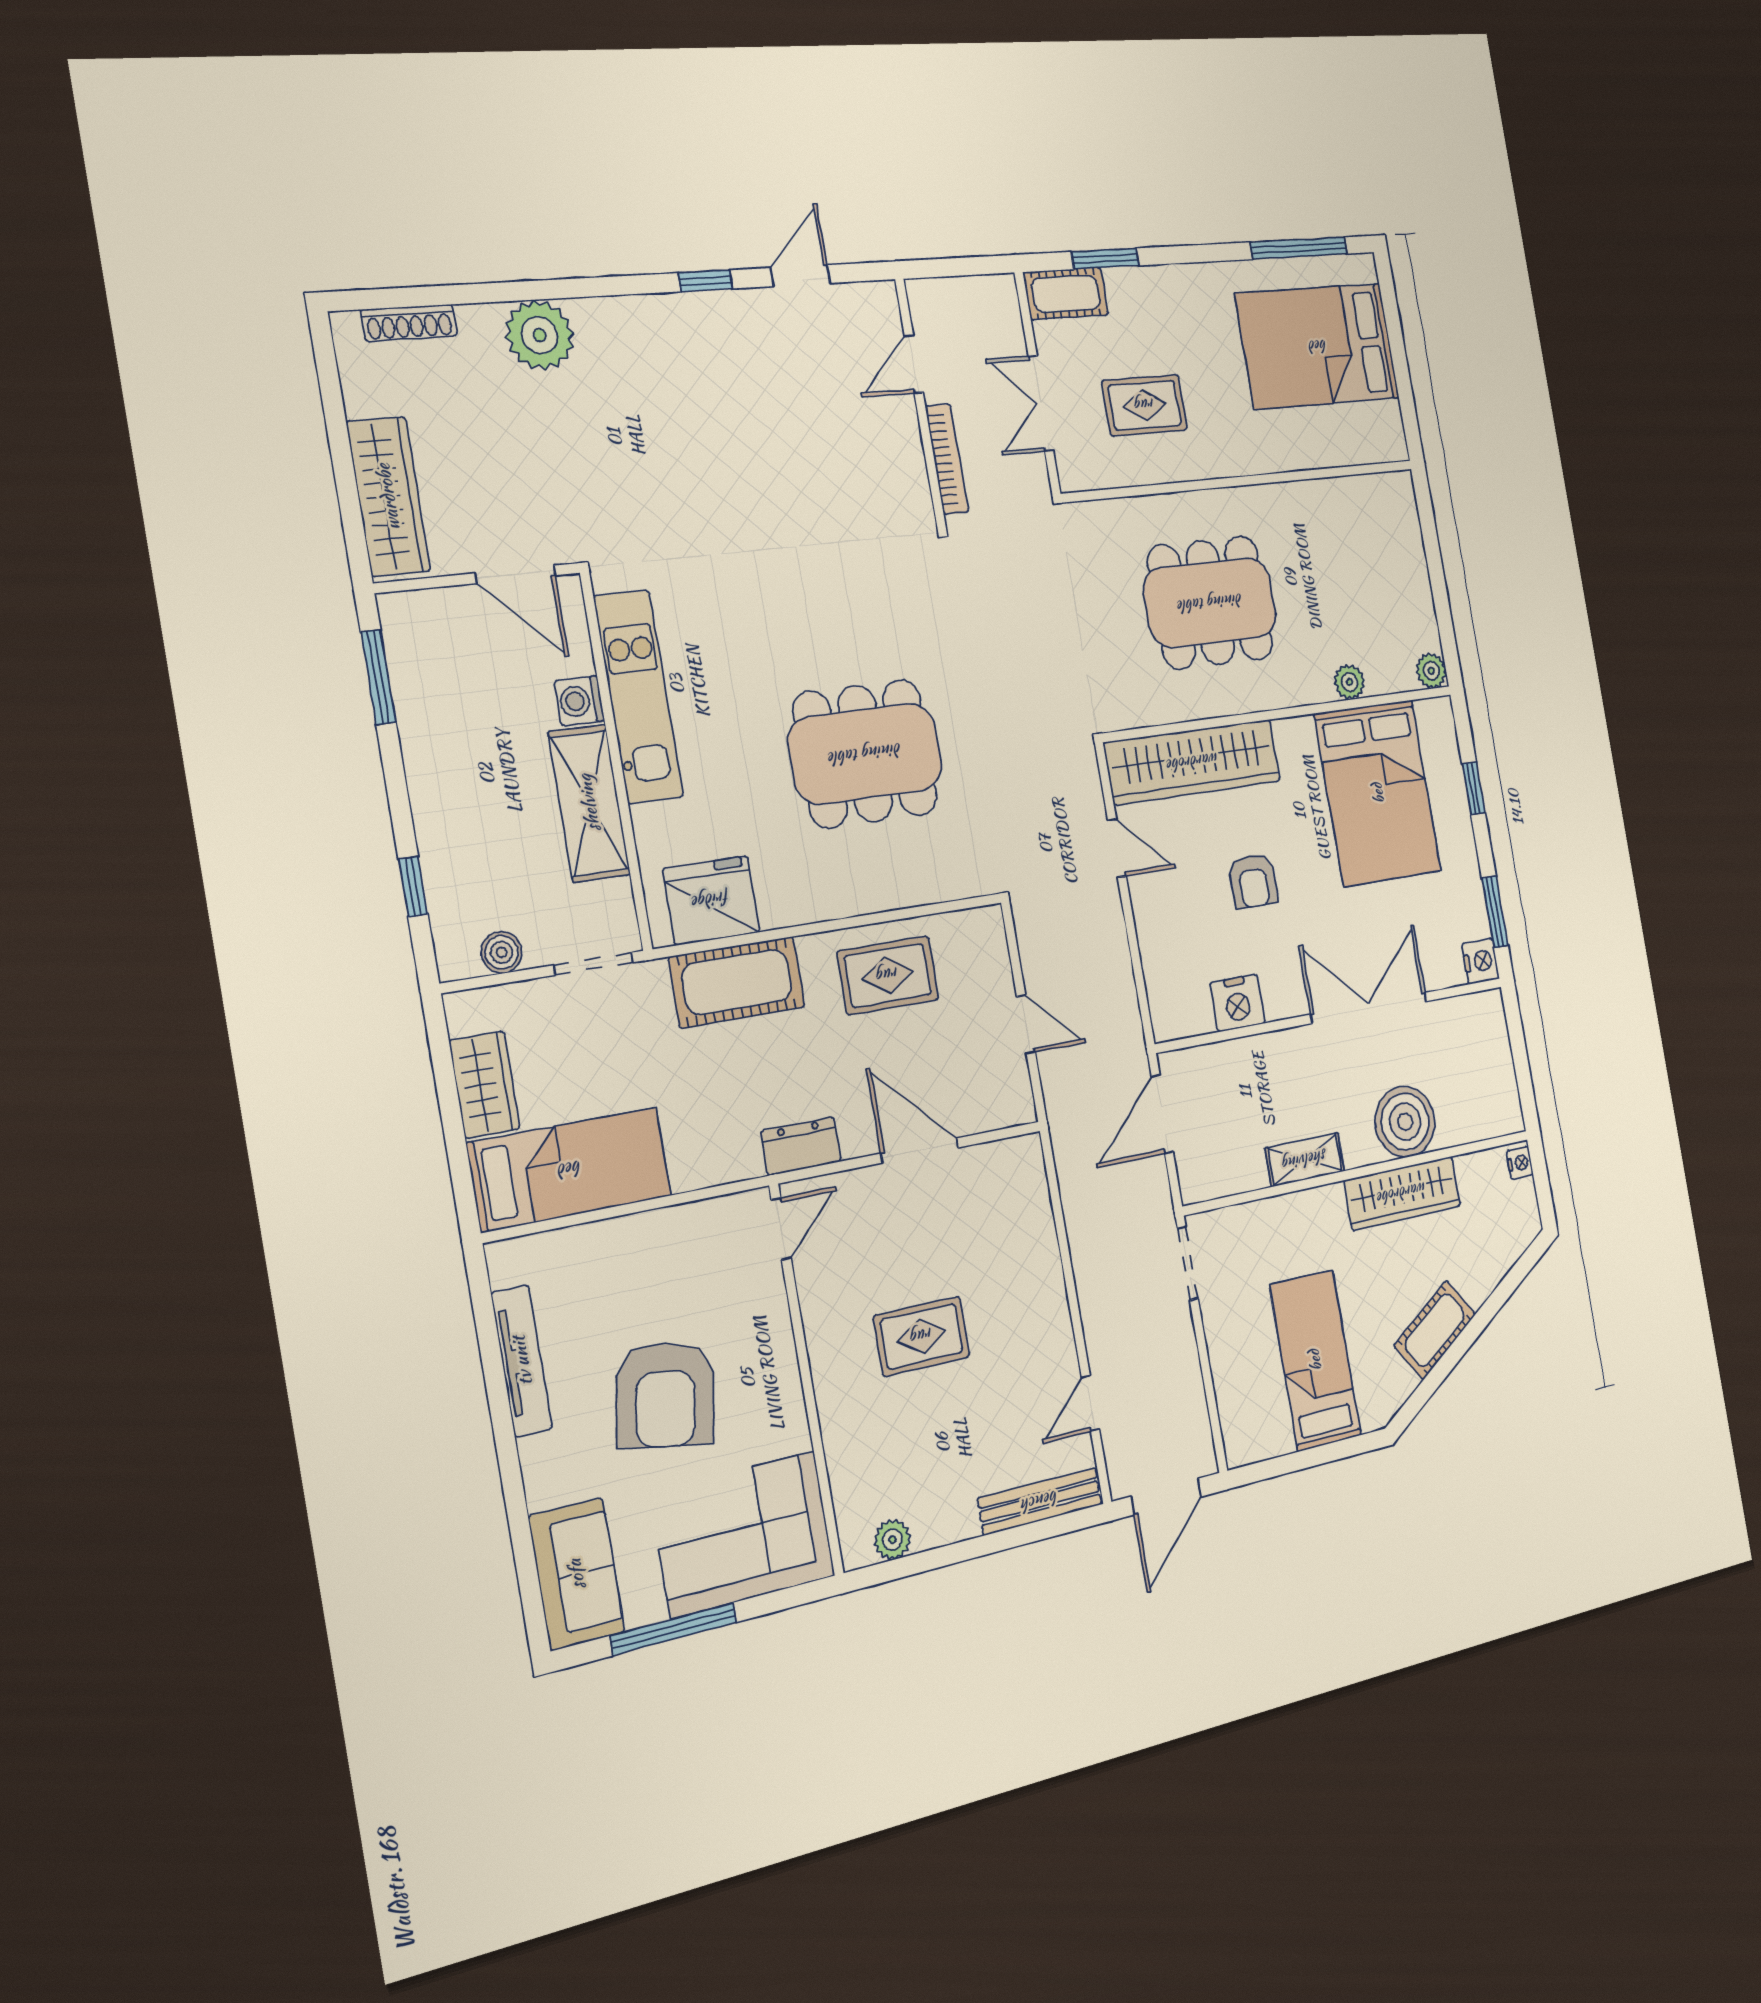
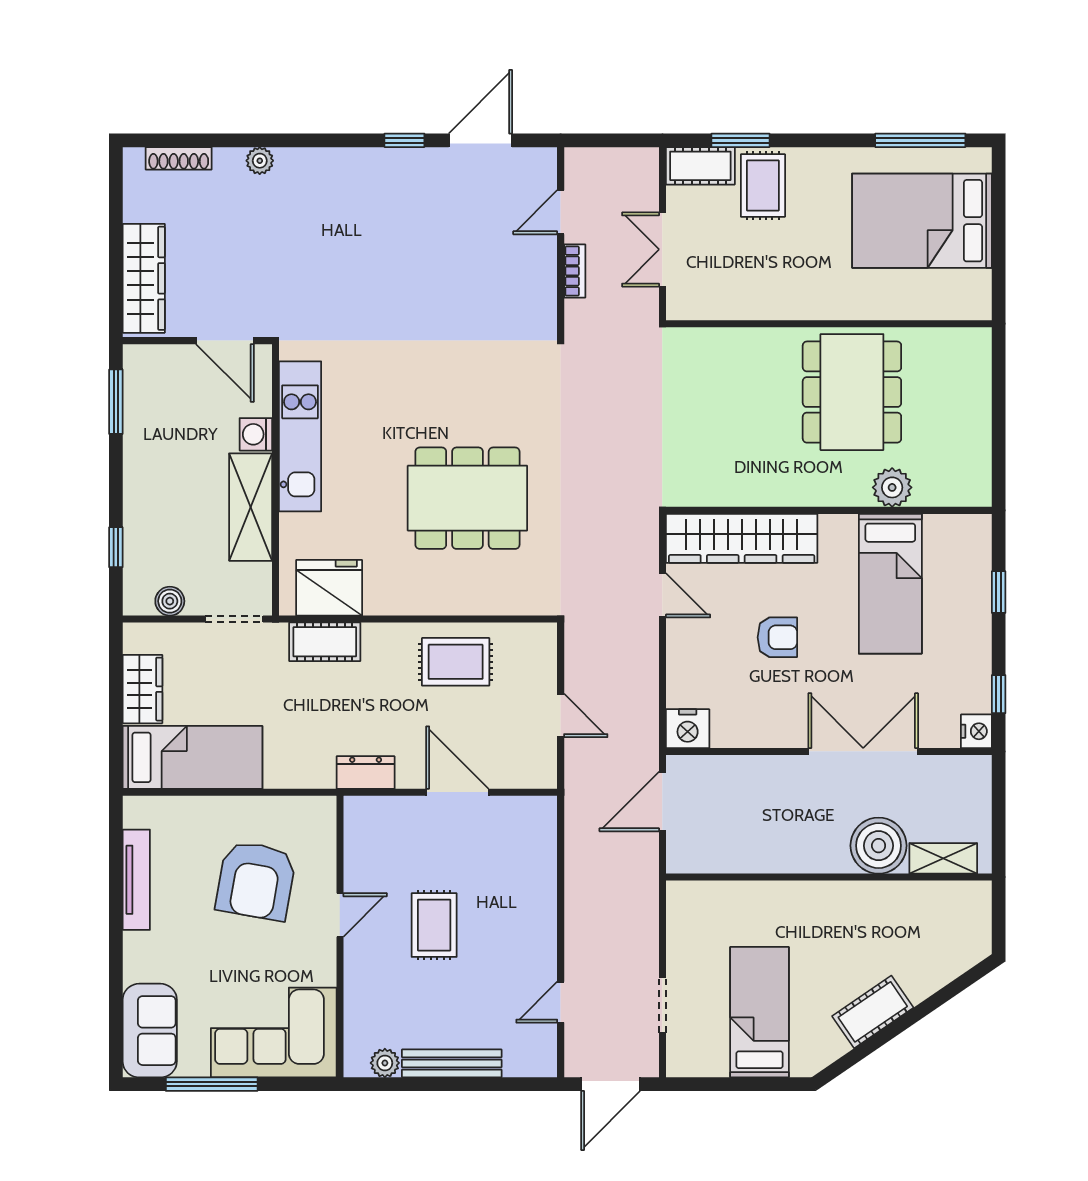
door: (800, 276) -> (480, 140), width x1.38
plant: (540, 335) -> (260, 161), width x0.53, depth x0.53
rug: (1145, 405) -> (763, 186), moved, turned 90
bookcase: (947, 459) -> (575, 271), width x0.64
dining table: (1210, 603) -> (852, 392), moved, turned 90
plant: (1431, 671) -> (977, 492), removed
plant: (1350, 682) -> (892, 487), width x1.38, depth x1.38
bed: (1378, 793) -> (890, 584), width x0.67
armchair: (1253, 881) -> (777, 637), turned -90
window: (1495, 912) -> (999, 694), width x0.67
cot: (737, 982) -> (325, 642), width x0.73, depth x0.75
nightstand: (1238, 1003) -> (688, 729), moved
shelving: (1305, 1160) -> (943, 858), moved
nightstand: (1520, 1163) -> (981, 898), removed
wardrobe: (1402, 1193) -> (865, 901), removed
door: (781, 1229) -> (340, 915), moved
doorway: (1188, 1263) -> (662, 1005), moved
rug: (922, 1336) -> (434, 925), turned 90
armchair: (665, 1395) -> (256, 881), moved
bench: (1040, 1501) -> (452, 1063), moved

